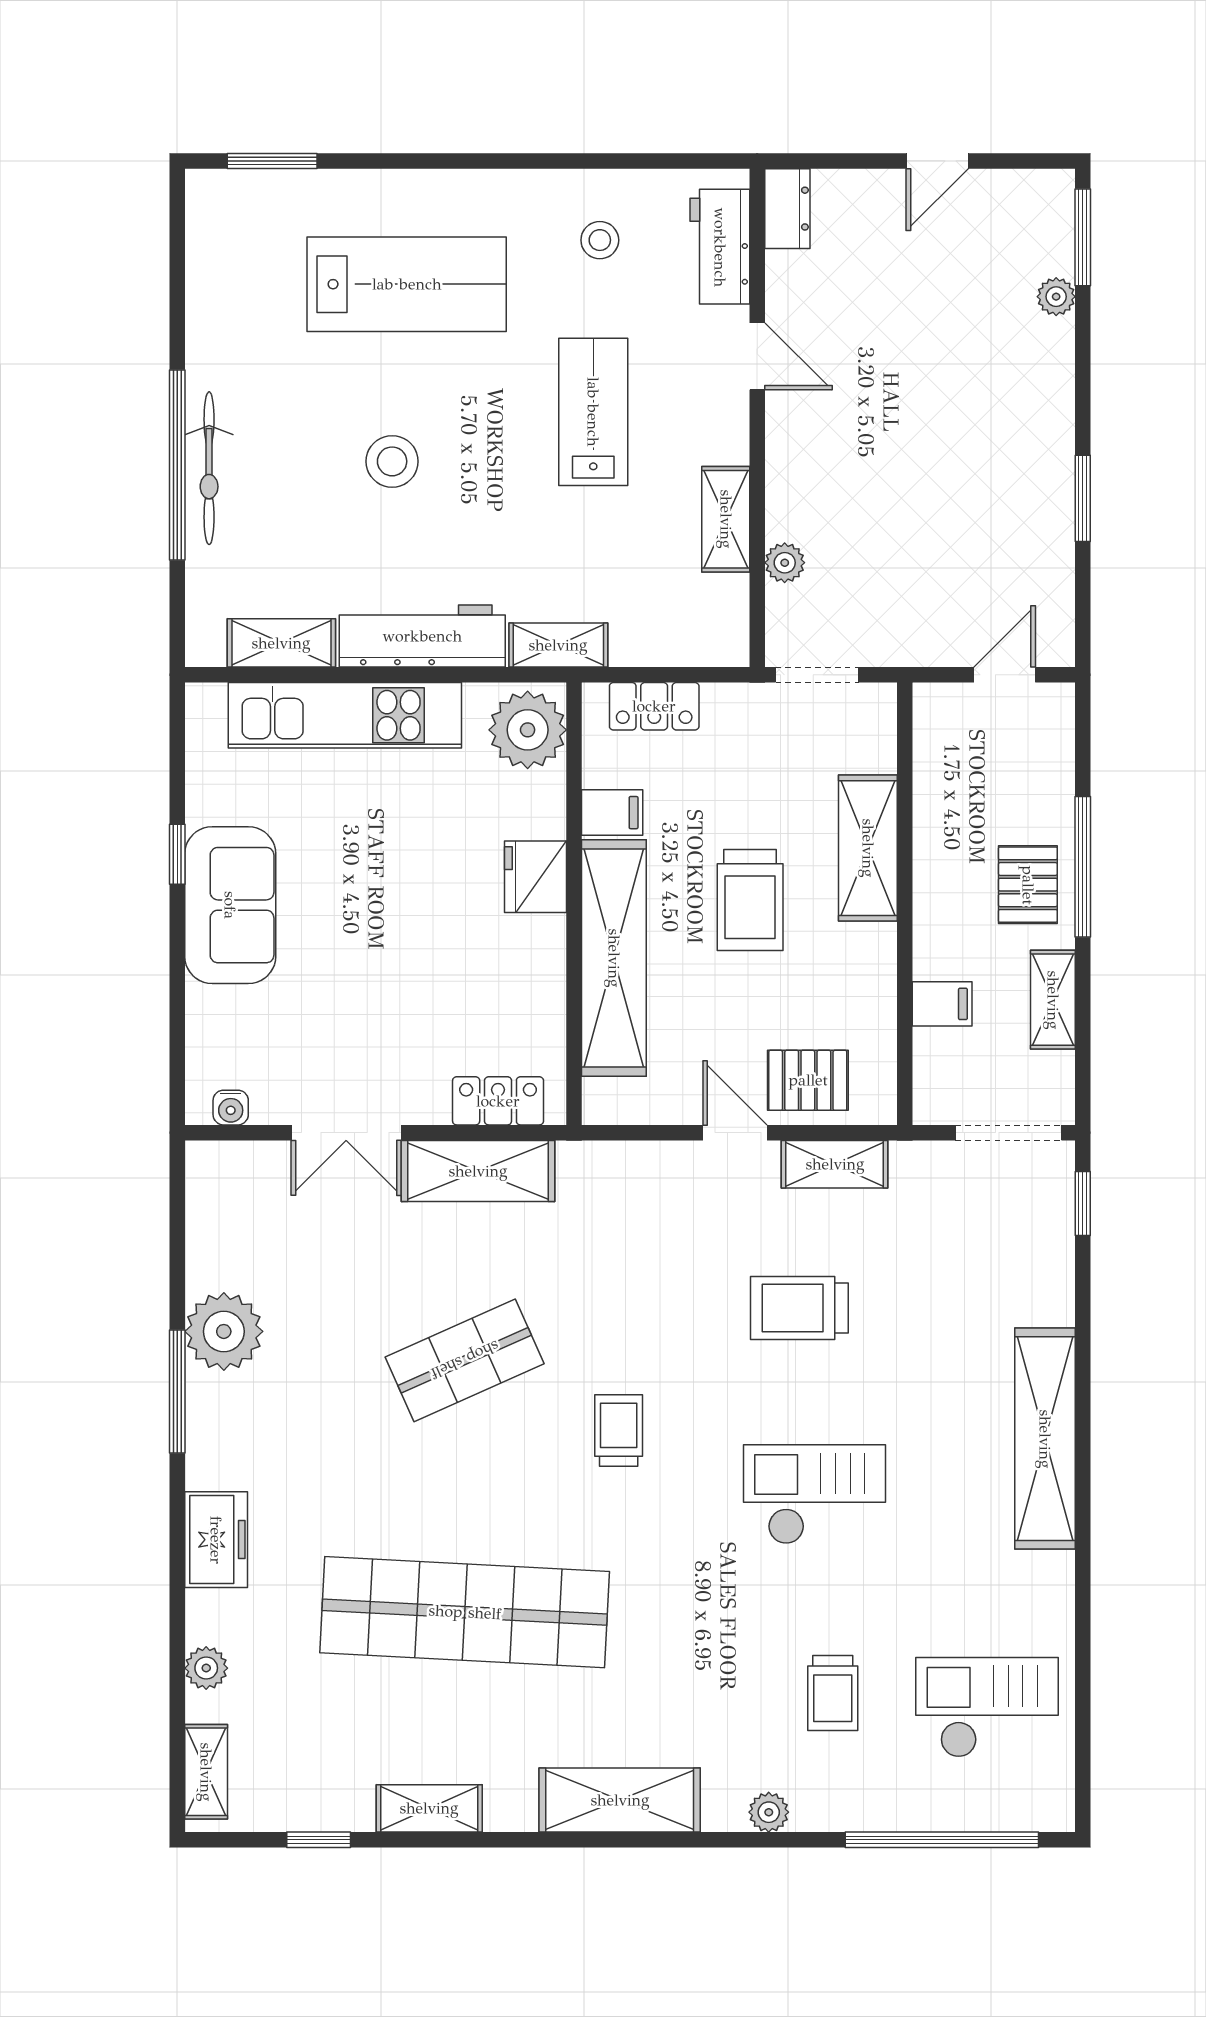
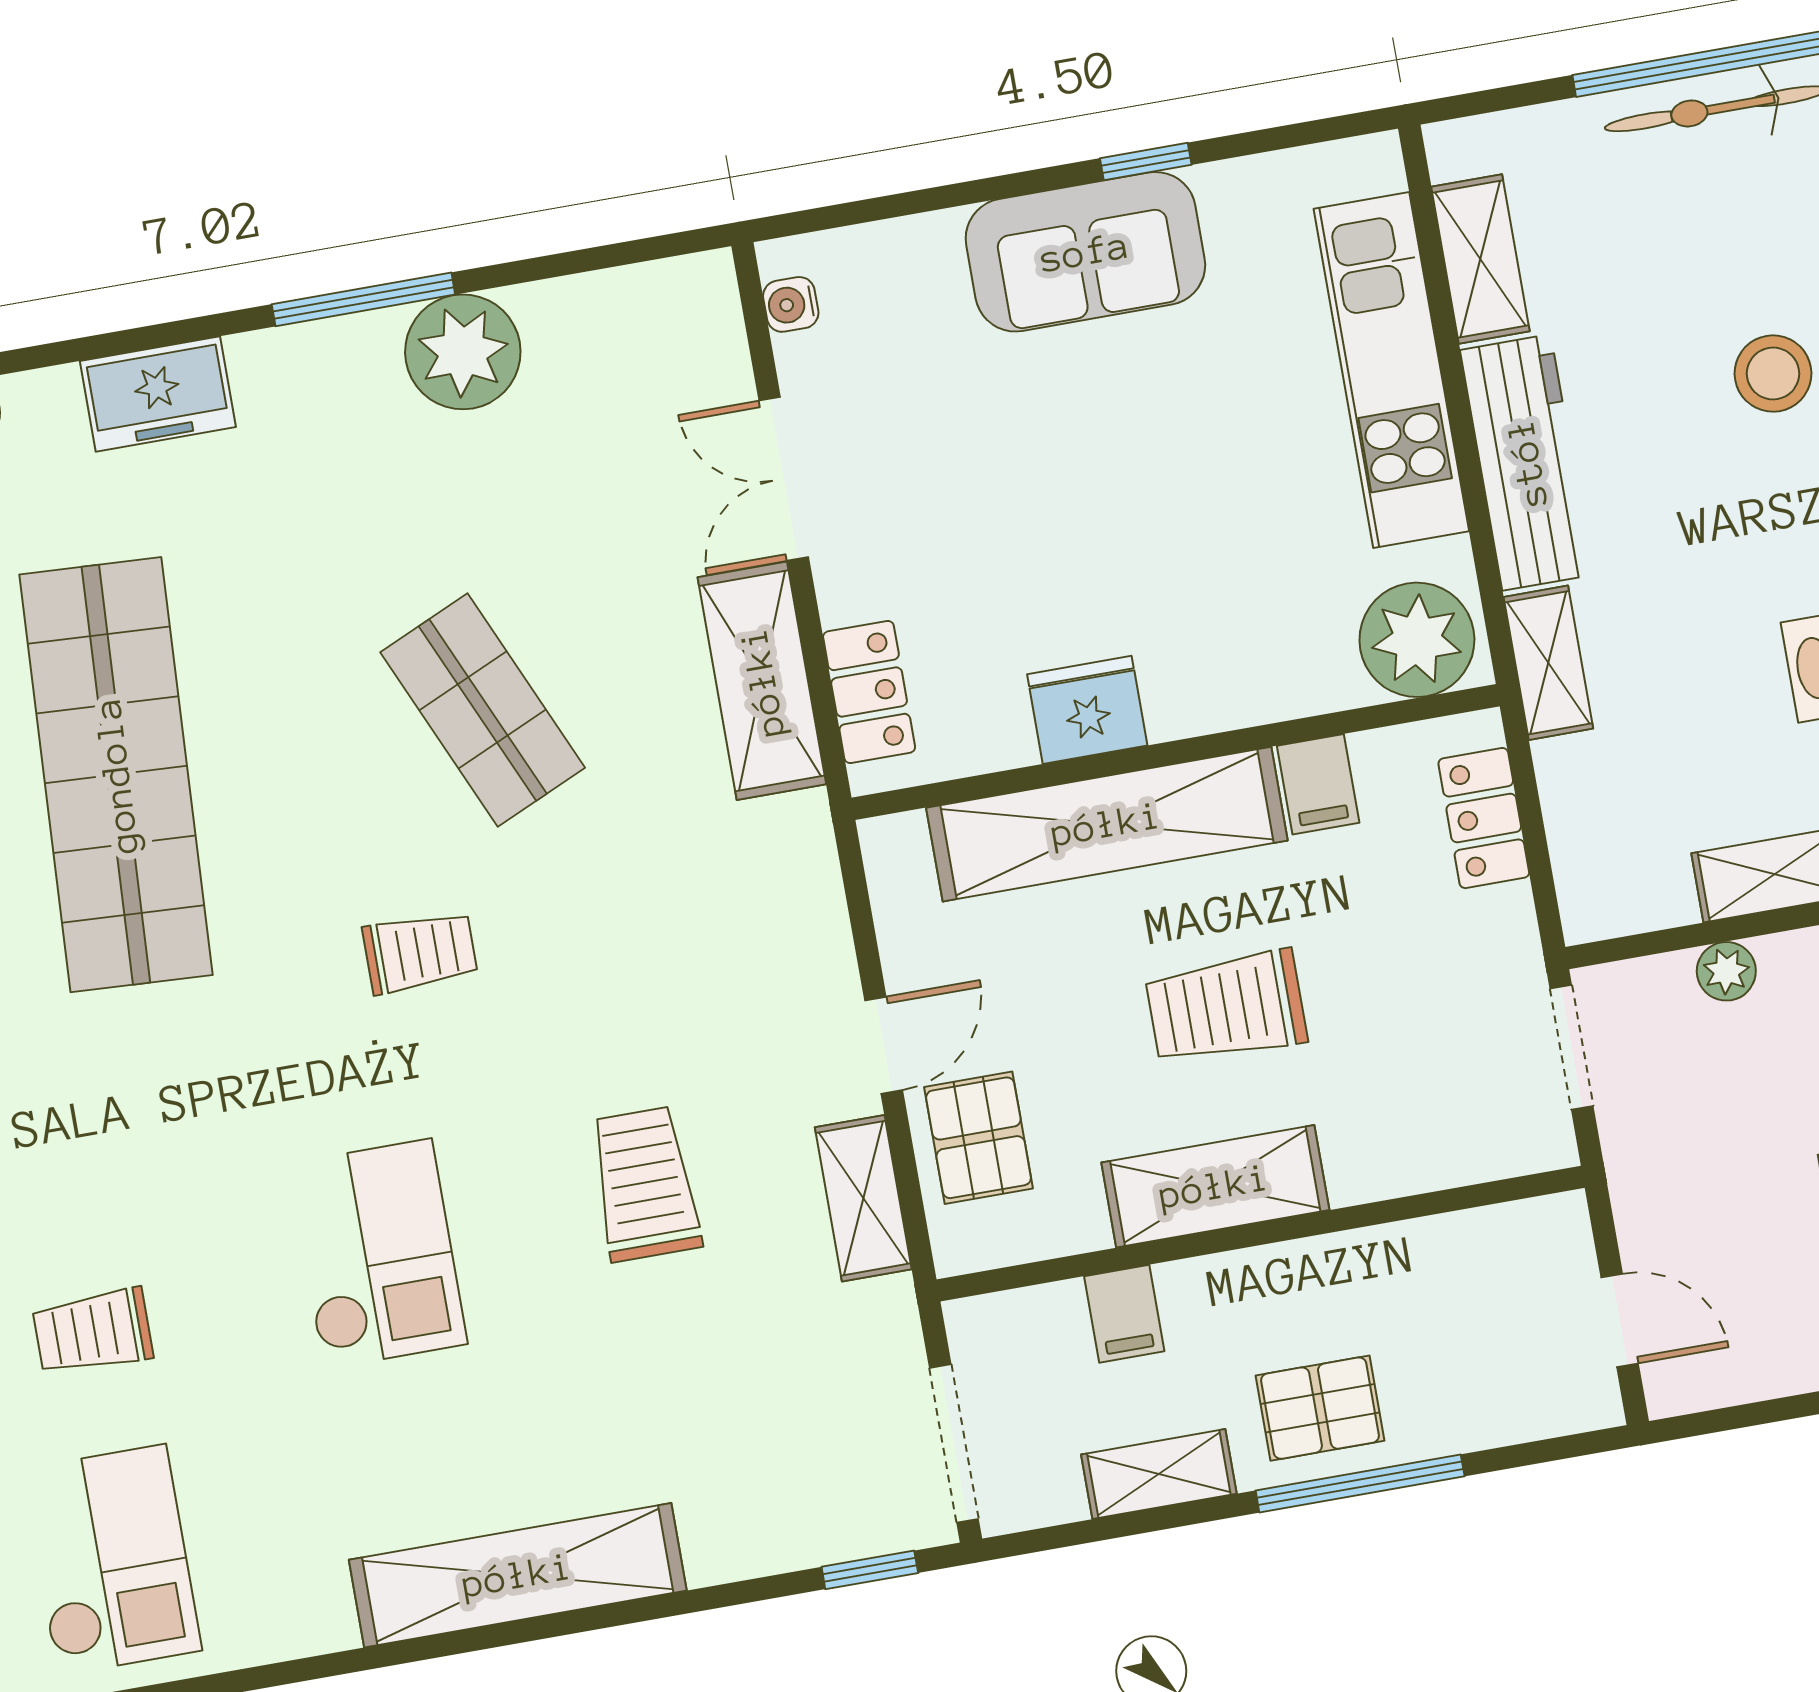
shelving: (868, 848) -> (1215, 1186), moved
fridge: (536, 877) -> (1087, 710), moved

